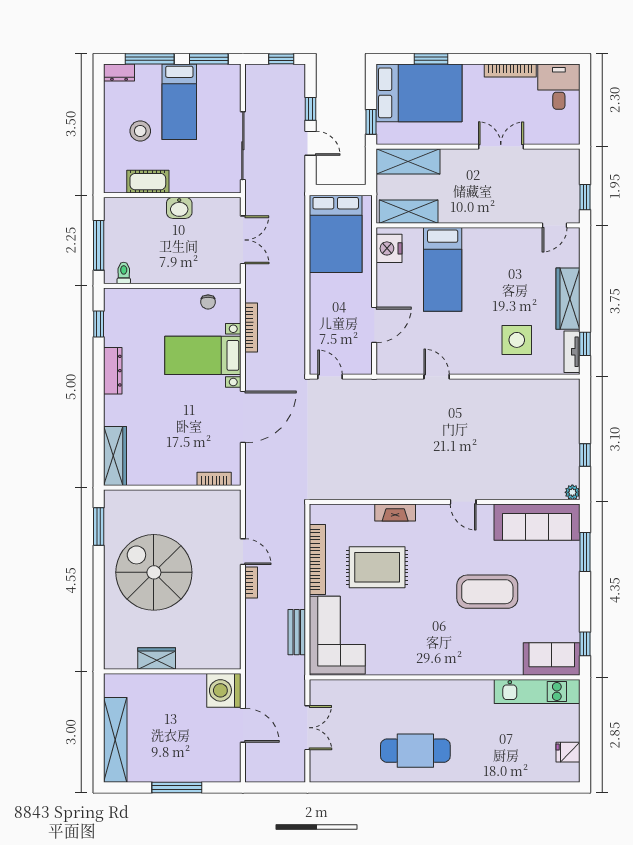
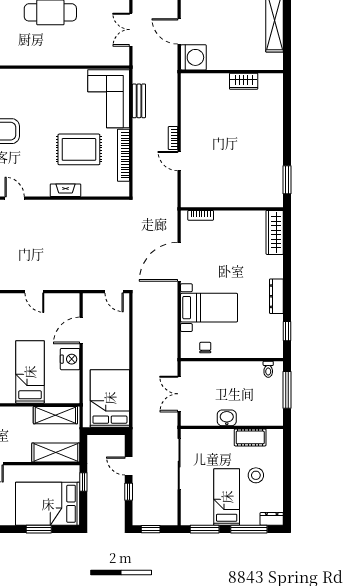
nightstand: (389, 248) -> (70, 359), moved
bookcase: (251, 327) -> (173, 328), removed
spiral stairs: (154, 572) -> (246, 146), removed

